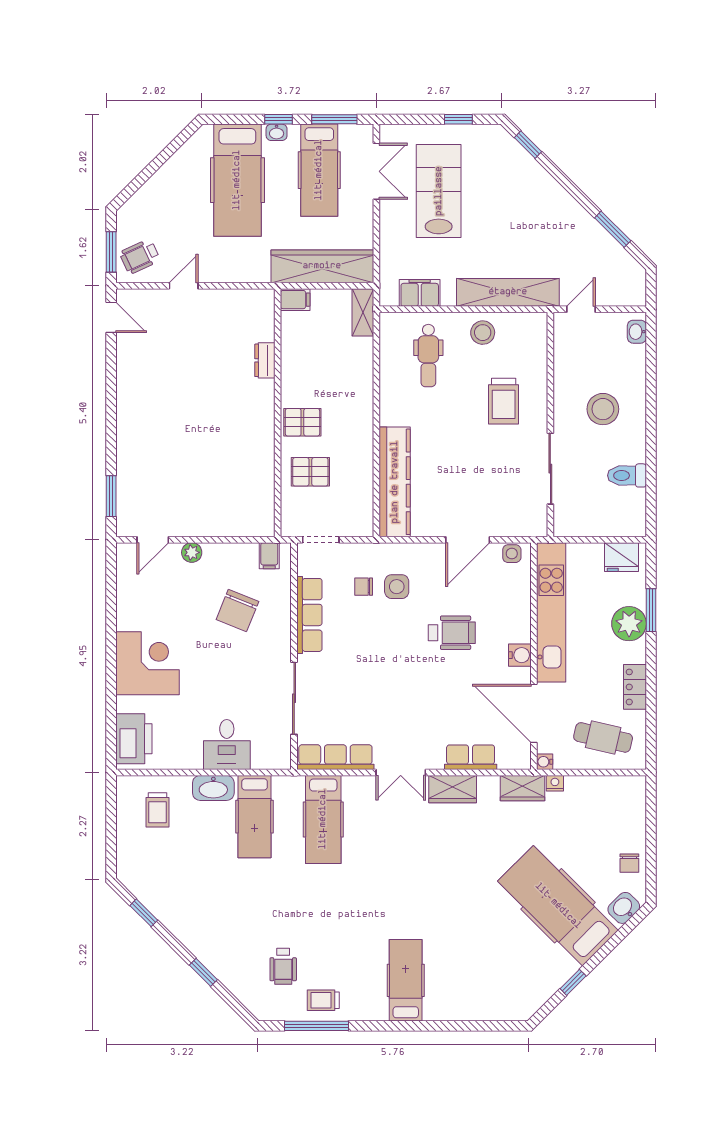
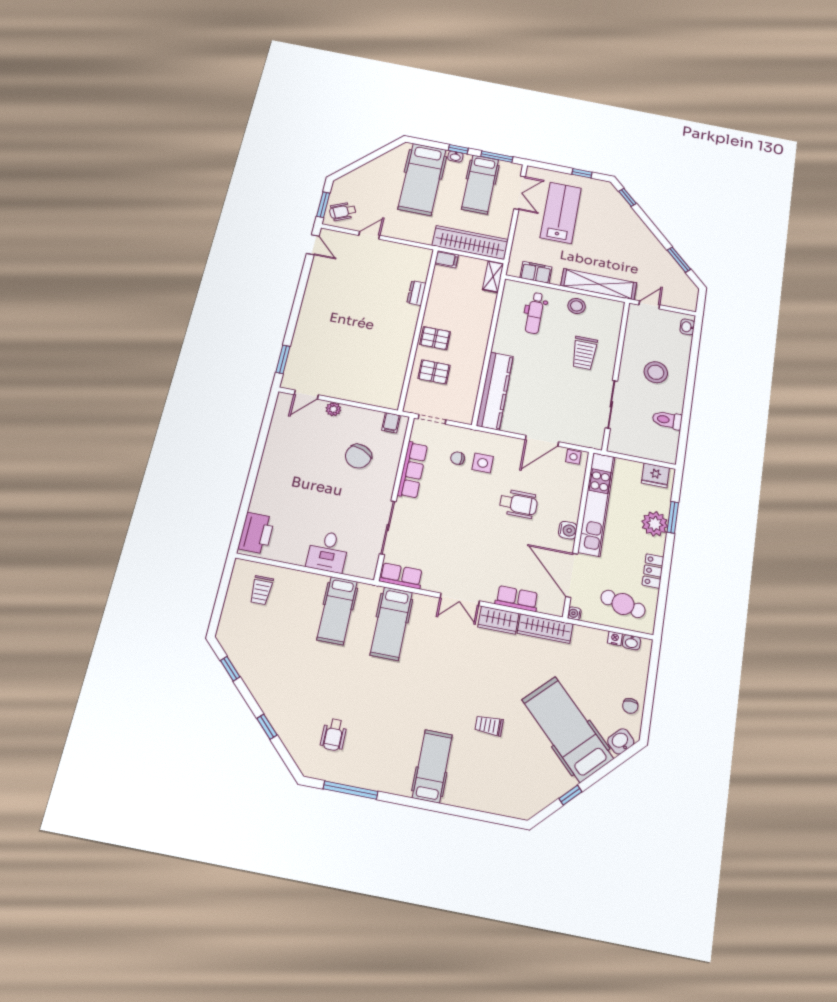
corner desk: (147, 663) -> (281, 480), removed
row of seats: (335, 757) -> (401, 576), width x0.68
nightstand: (555, 783) -> (615, 638), moved
washbasin: (213, 788) -> (631, 642), moved, width x0.52, depth x0.69
wardrobe: (522, 788) -> (545, 629), width x1.50
trolley: (323, 1000) -> (489, 725), moved

